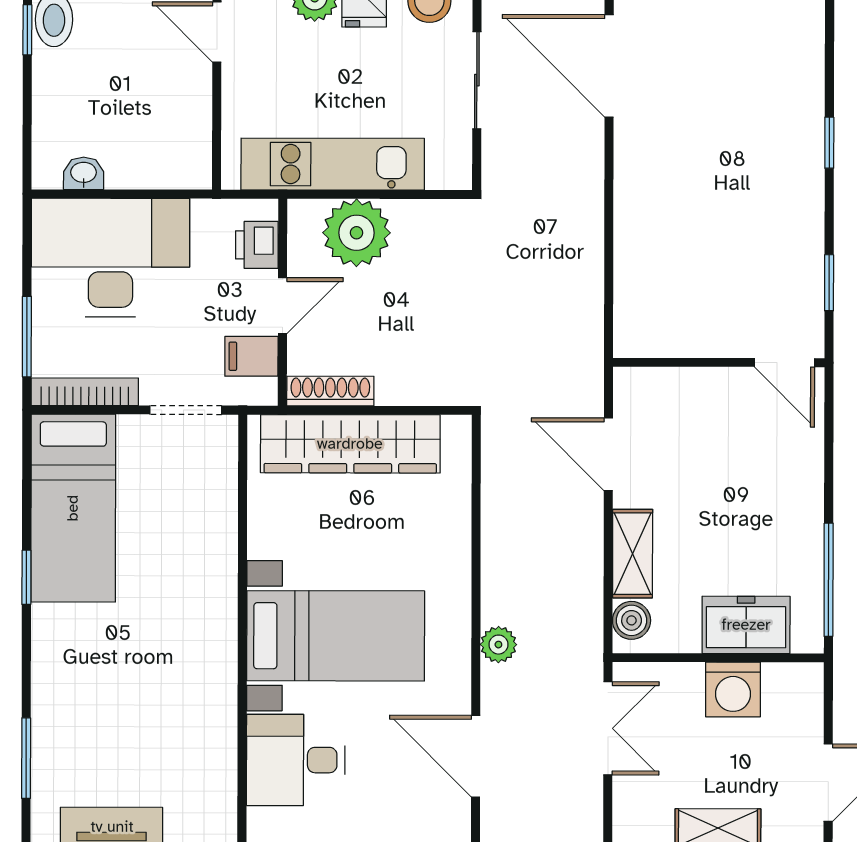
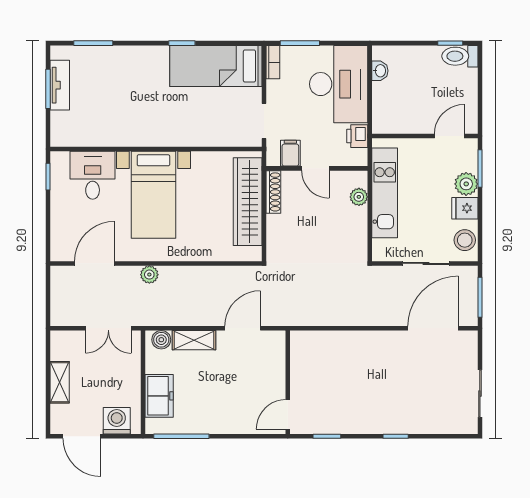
plant: (357, 233) -> (359, 197), width x0.53, depth x0.53
printer: (257, 245) -> (357, 136), moved, turned -90
bookcase: (85, 392) -> (273, 62), width x0.64
washing machine: (733, 690) -> (117, 421), moved, turned 90

